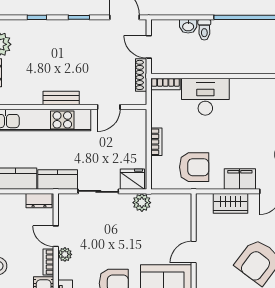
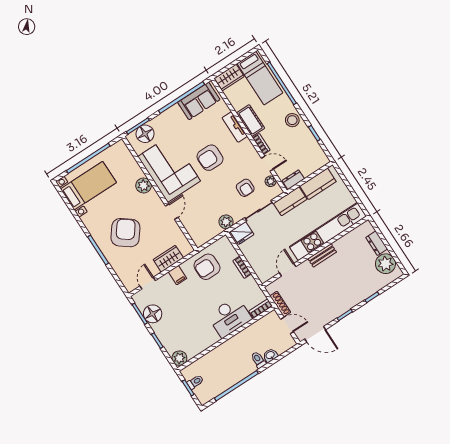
filing cabinet: (240, 179) -> (178, 275), width x0.50
armchair: (97, 226) -> (245, 188), added
plant: (65, 254) -> (271, 181), moved

